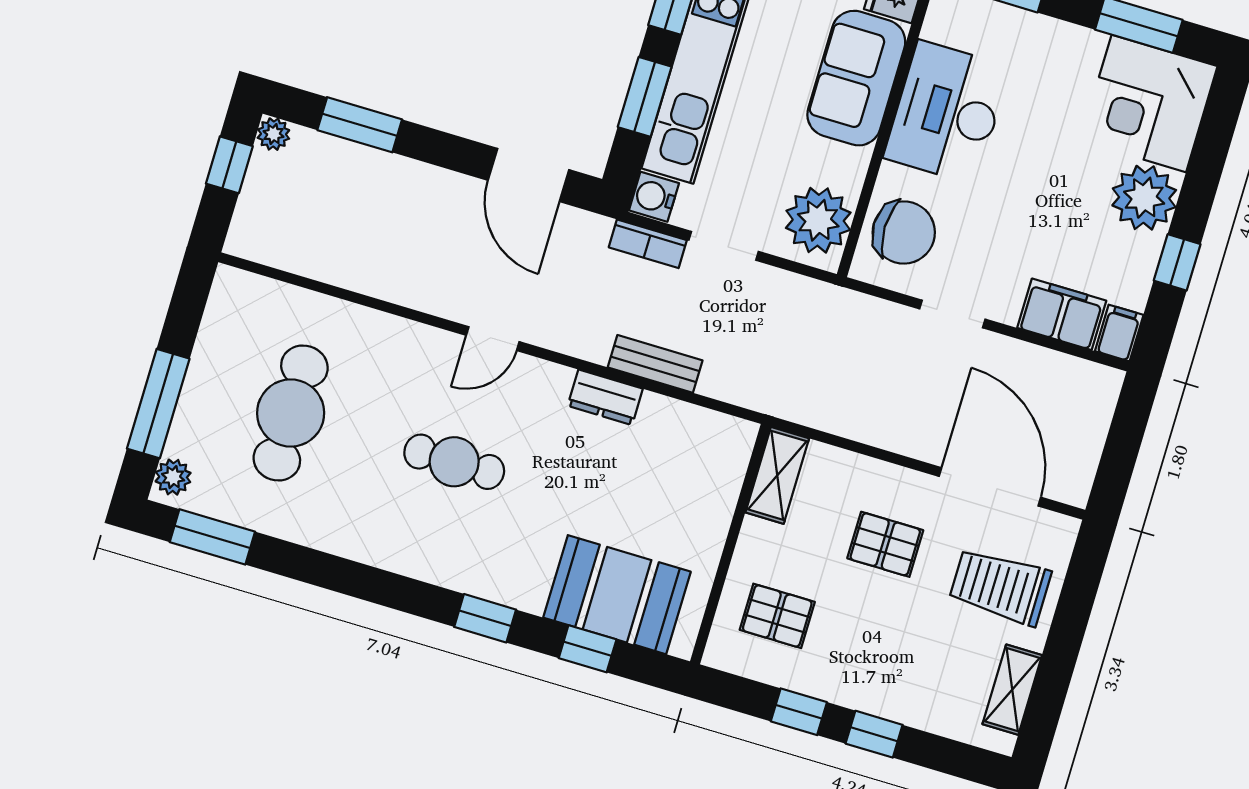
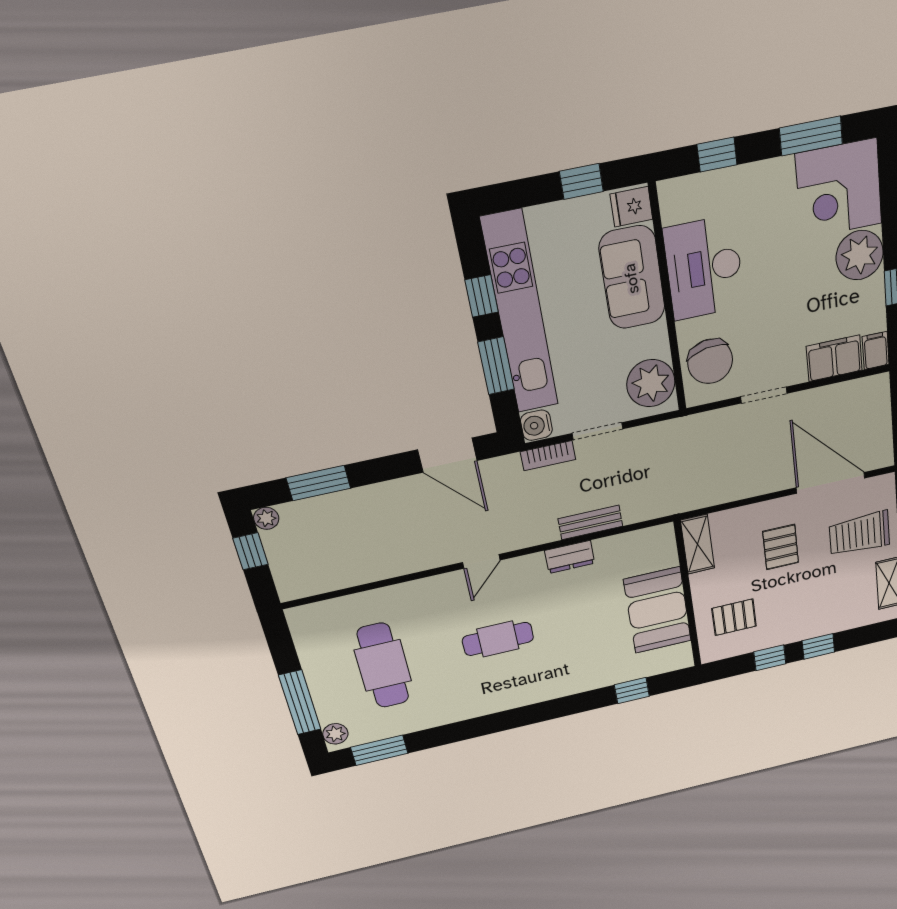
chair: (904, 232) -> (710, 361), turned 80
pallet: (885, 544) -> (781, 547), turned 90
booth: (617, 595) -> (658, 610), moved, turned 90
window: (485, 618) -> (564, 707), removed

